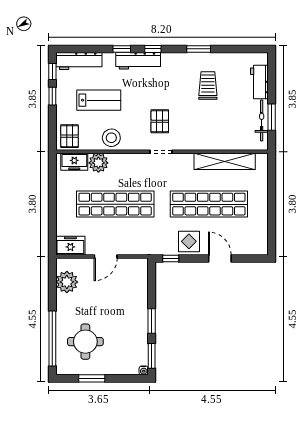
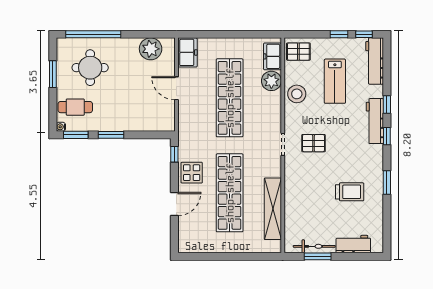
cafe table: (124, 356) -> (75, 107), added

